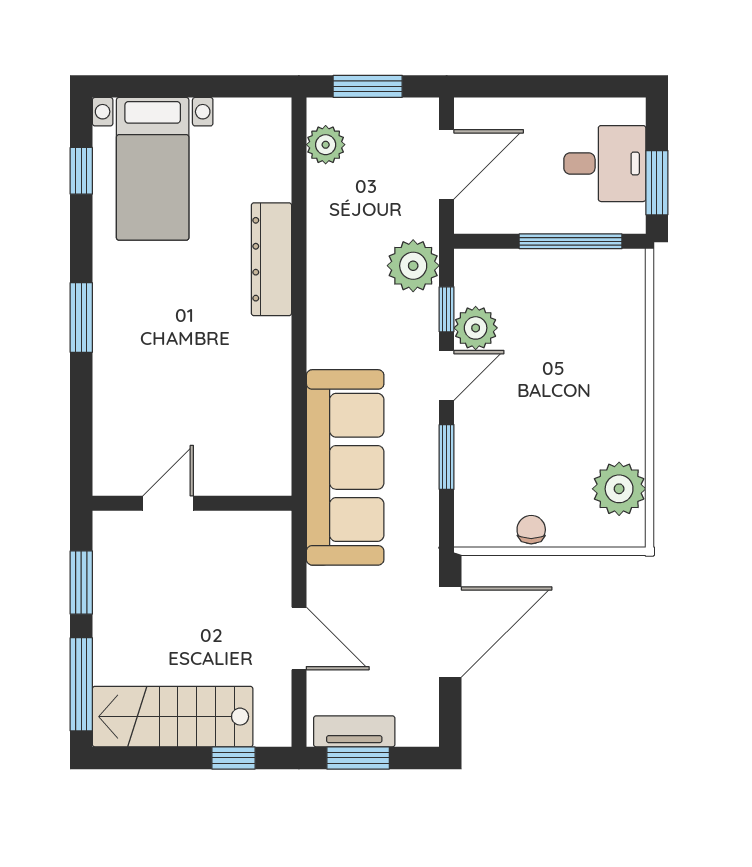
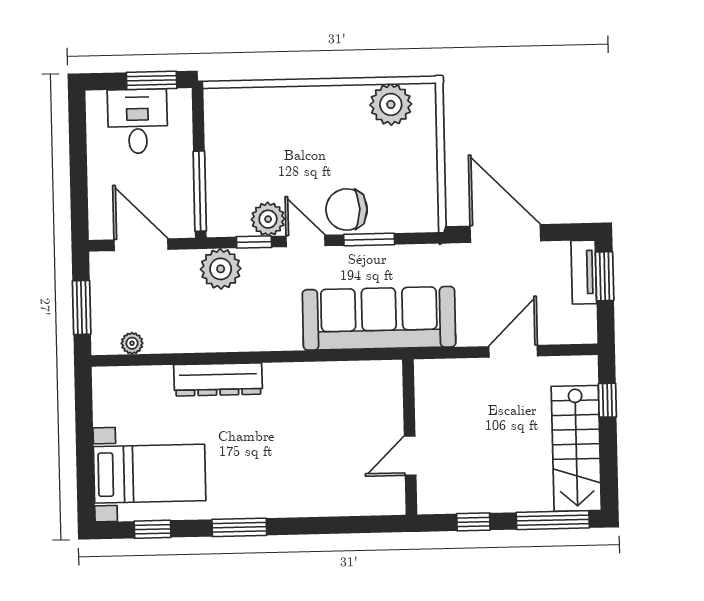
plant: (326, 145) -> (132, 343), width x0.73, depth x0.73
window: (571, 241) -> (200, 191), moved
window: (81, 318) -> (239, 527), moved
door: (168, 503) -> (410, 456), hinge flipped
chair: (531, 530) -> (347, 209), moved, width x1.87, depth x1.87
window: (81, 583) -> (473, 522), width x0.67
tv unit: (354, 731) -> (584, 272), moved
window: (358, 758) -> (605, 276), moved

